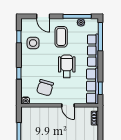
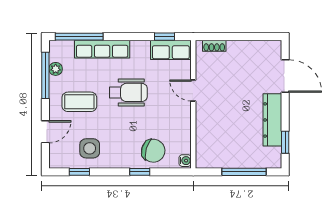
wheelchair: (67, 66) -> (128, 92), turned 180
row of seats: (92, 86) -> (171, 50), width x0.68
chair: (45, 88) -> (153, 151), moved
door: (68, 105) -> (193, 90), swing flipped

